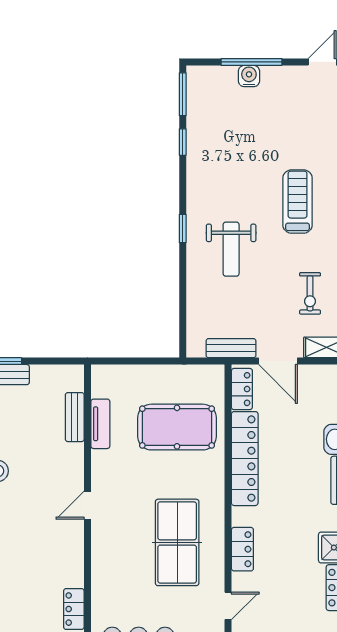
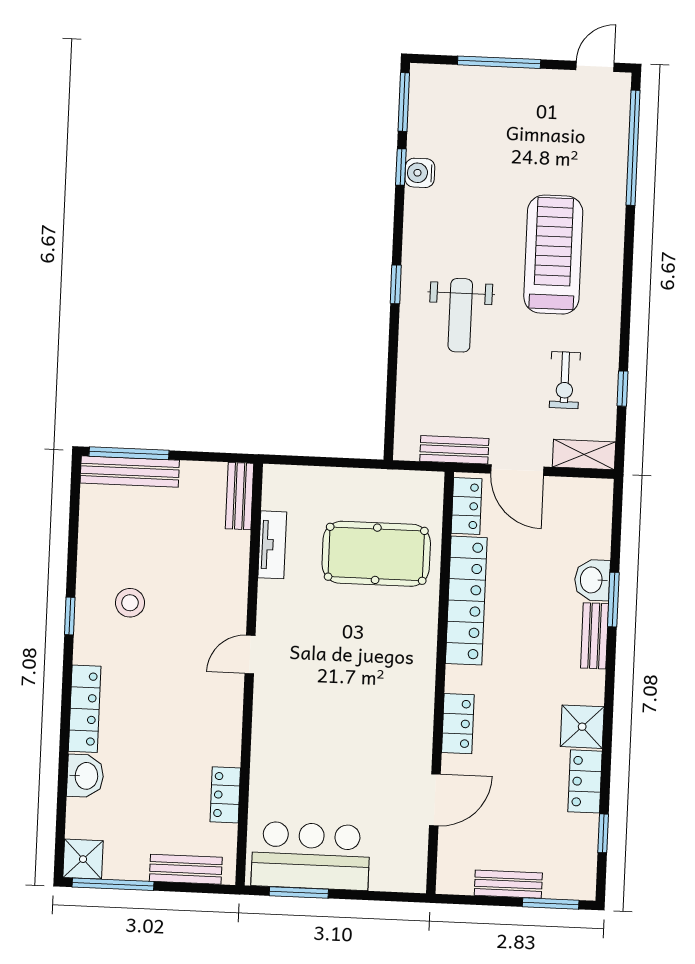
water cooler: (249, 76) -> (420, 173), moved, turned -90
treadmill: (298, 202) -> (553, 255), width x1.37, depth x1.38
bench: (75, 417) -> (240, 496), moved
table tennis table: (177, 542) -> (369, 711), removed
door: (228, 606) -> (435, 800), width x1.38

